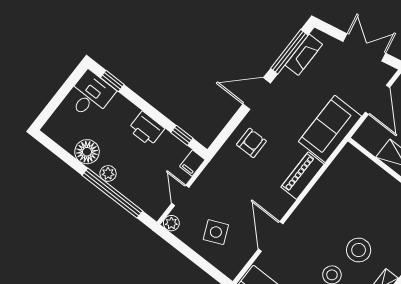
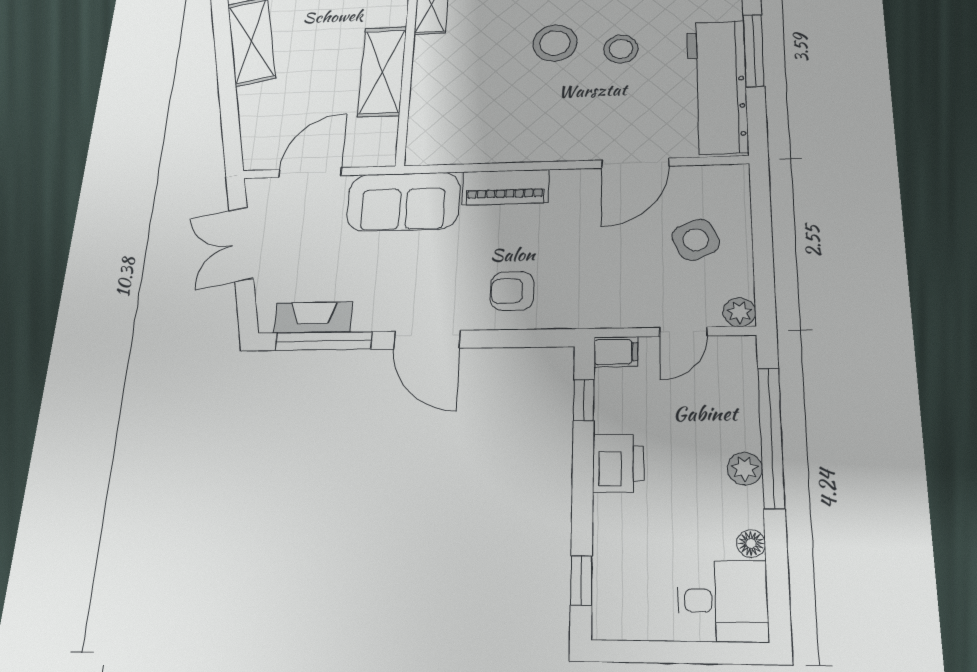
desk: (90, 95) -> (723, 601), moved, turned 180
floor lamp: (87, 152) -> (751, 543), width x0.53, depth x0.53

